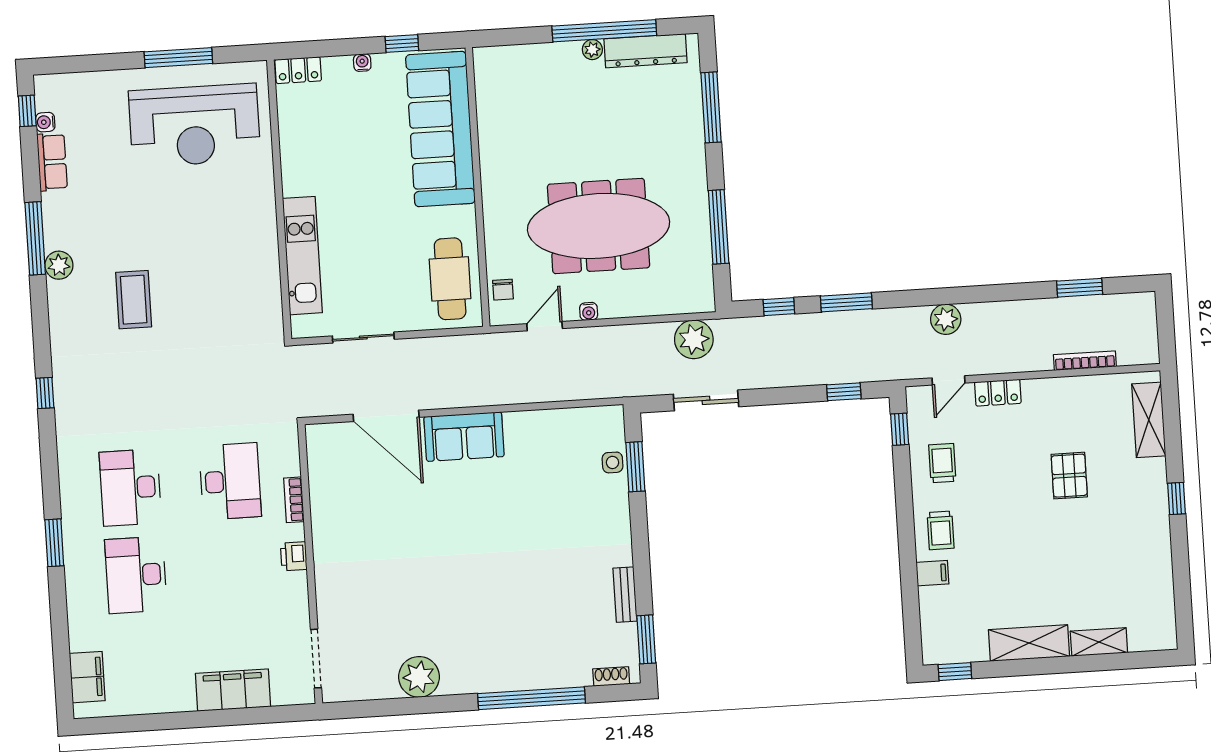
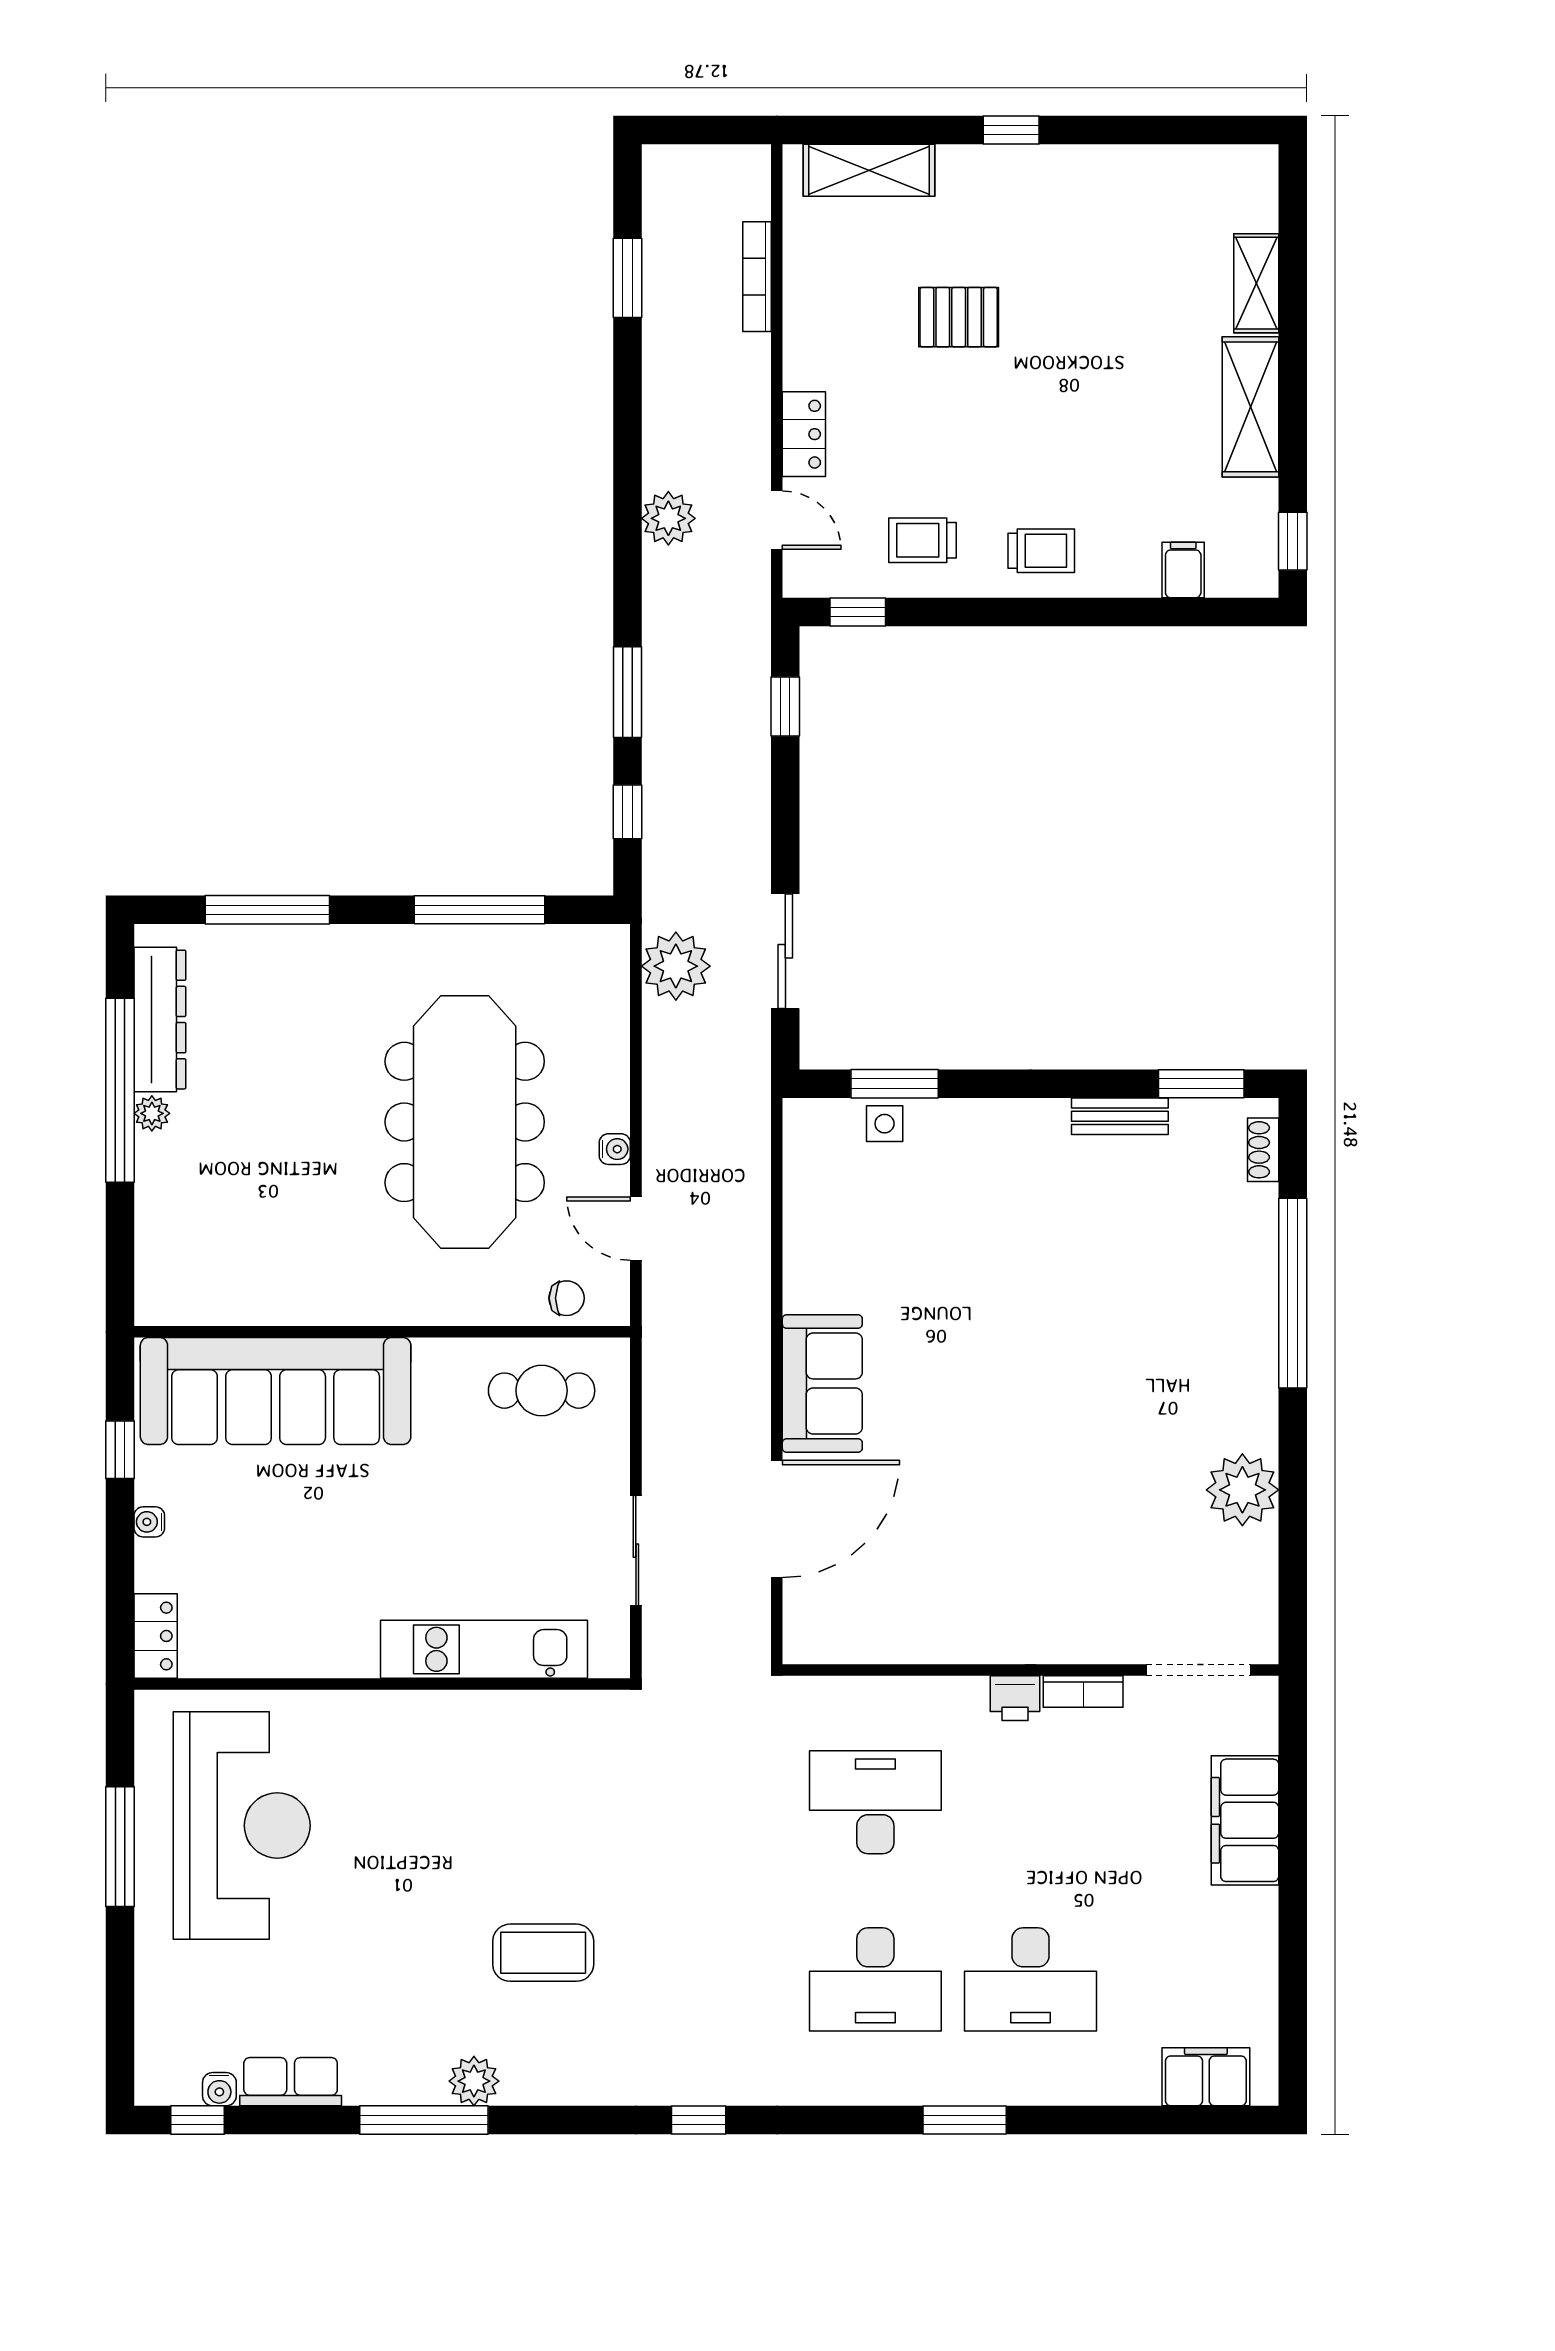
cafe table: (450, 279) -> (542, 1391), width x0.73, depth x0.74
bookcase: (294, 500) -> (1083, 1691), moved
filing cabinet: (932, 573) -> (1183, 570), moved

